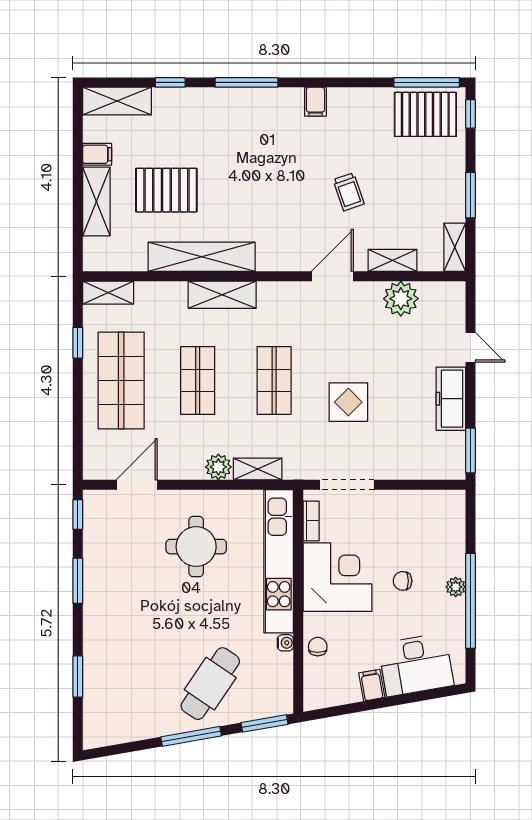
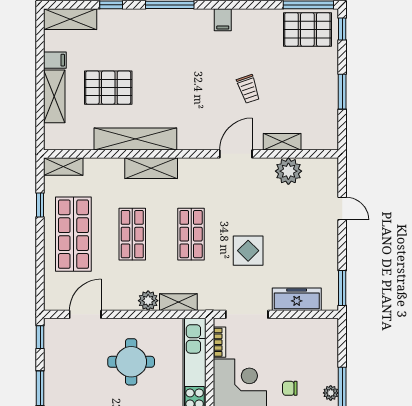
shelving: (455, 247) -> (330, 132), removed
freezer: (451, 399) -> (297, 299), moved, turned 90

